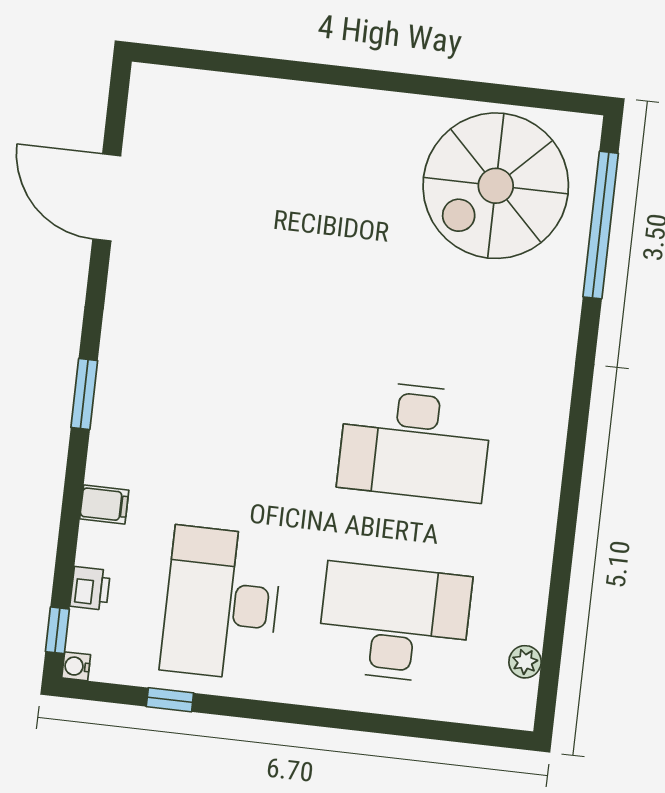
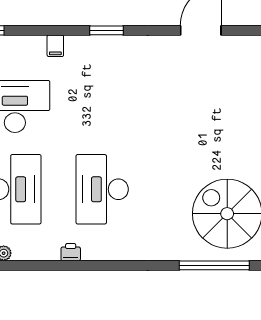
printer: (90, 588) -> (71, 252), moved, turned 180

